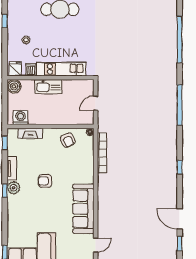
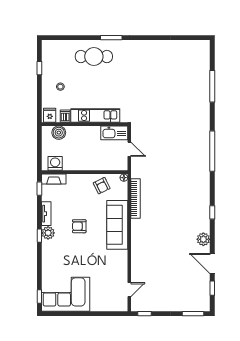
window: (180, 39) -> (212, 86), width x0.68
boiler: (14, 86) -> (59, 133), moved
kitchen sink: (48, 87) -> (114, 133), moved
door: (96, 103) -> (129, 149), swing flipped
fireplace: (30, 133) -> (54, 179), moved
plant: (171, 194) -> (203, 239), added
sofa: (83, 209) -> (117, 225), moved

